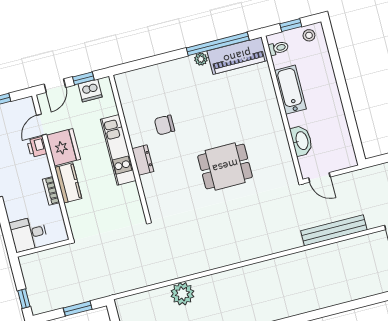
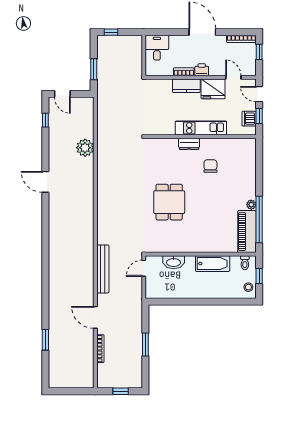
printer: (37, 147) -> (202, 70), moved

